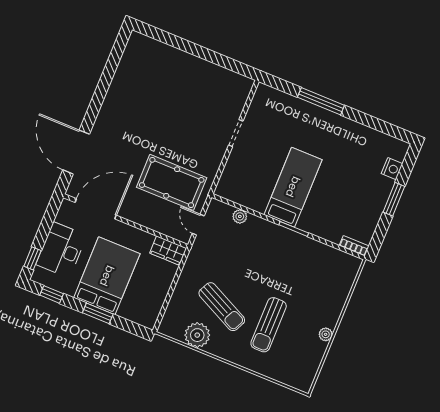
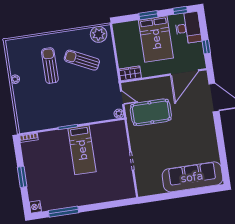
sofa: (168, 64) -> (192, 177), added
window: (321, 101) -> (63, 212), moved
nightstand: (392, 169) -> (35, 207), moved
plant: (240, 216) -> (119, 114), moved
desk: (61, 250) -> (188, 28), moved
window: (33, 258) -> (206, 47), moved
plant: (197, 335) -> (99, 34), moved

